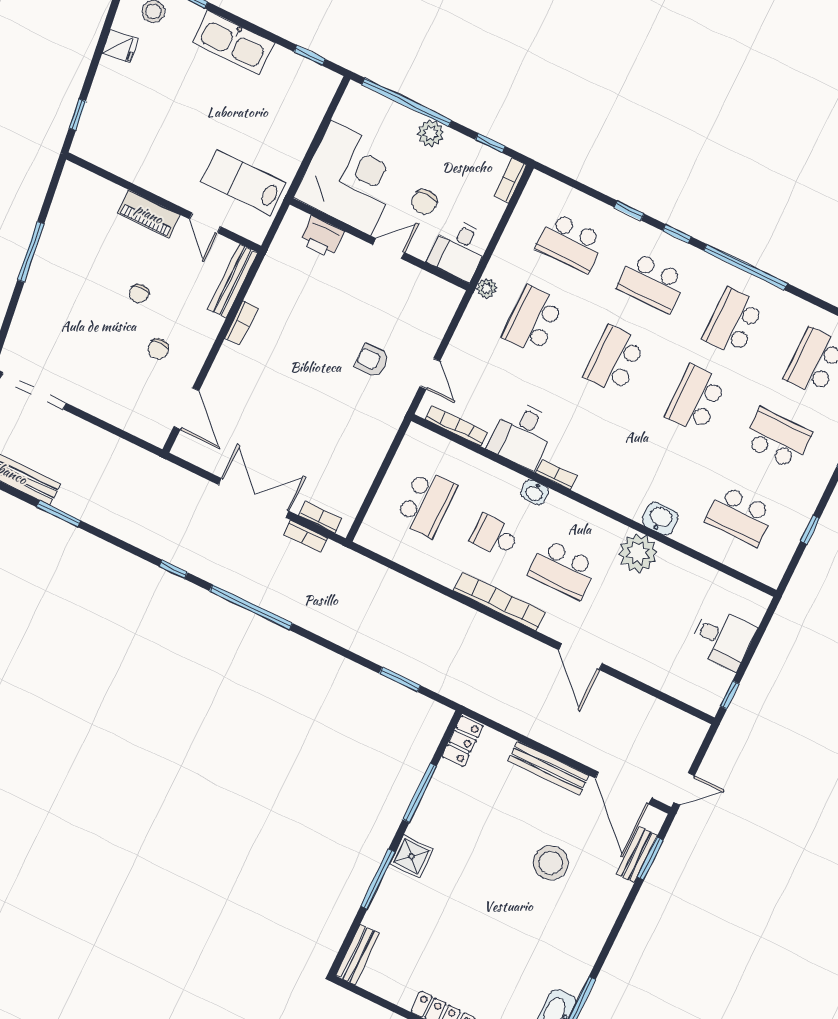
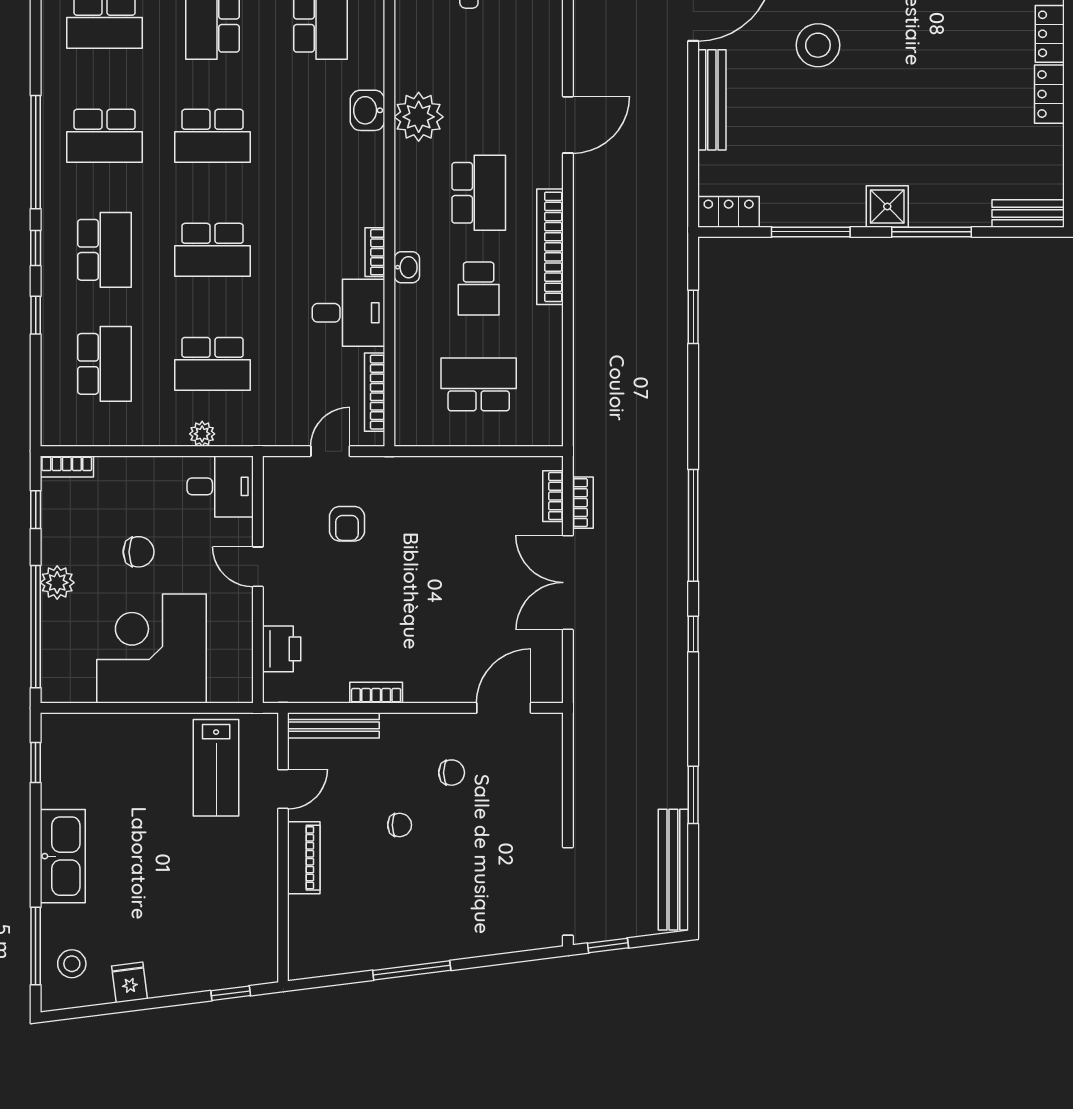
printer: (322, 237) -> (282, 649), moved
wall: (380, 244) -> (258, 579), moved
door: (389, 248) -> (258, 567), moved
desk: (459, 249) -> (220, 486), moved

